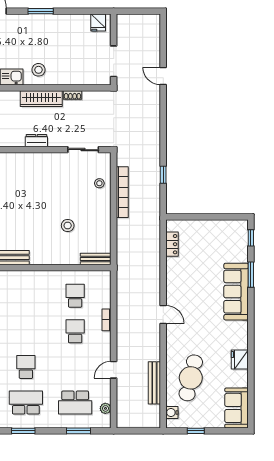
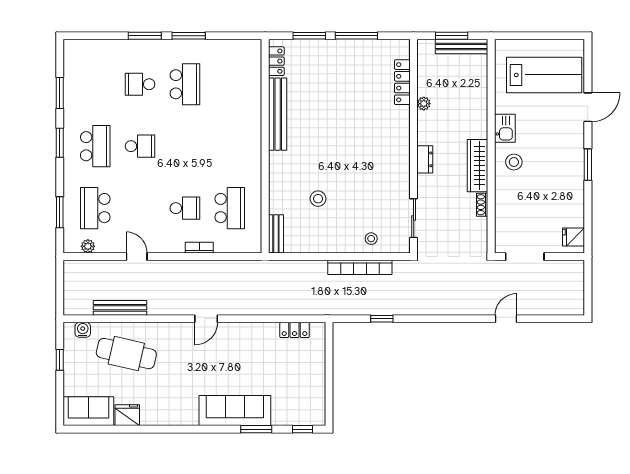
school desk: (75, 296) -> (230, 208), width x1.85
fridge: (240, 360) -> (127, 415), moved

